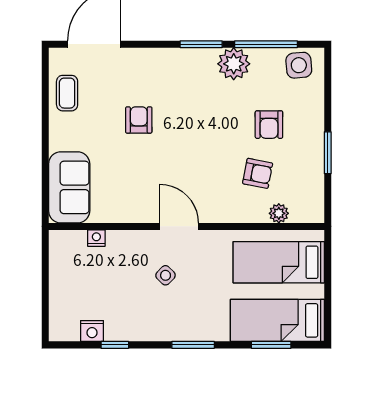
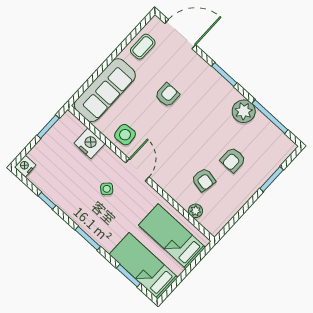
window: (201, 44) -> (224, 74), moved
side table: (299, 65) -> (125, 135), moved
window: (328, 153) -> (272, 179), moved
sofa: (69, 187) -> (105, 90), width x1.36
nightstand: (96, 238) -> (89, 143), width x1.89, depth x1.79
window: (45, 267) -> (48, 127), added
nightstand: (92, 331) -> (25, 166), moved, turned 90

